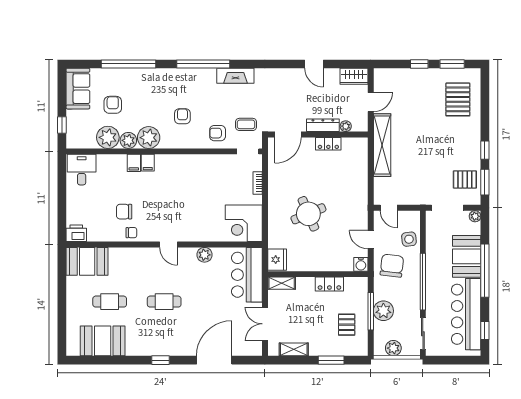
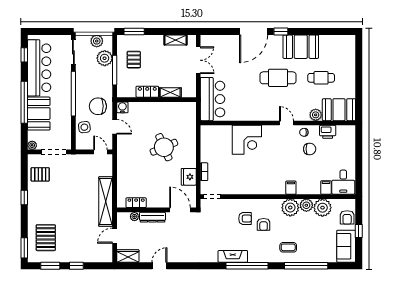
door: (314, 64) -> (159, 266), hinge flipped
fireplace: (235, 76) -> (233, 256), moved
armchair: (113, 105) -> (347, 217), moved
coffee table: (246, 124) -> (288, 247), moved
window: (62, 125) -> (359, 231), moved
armchair: (218, 133) -> (245, 219), moved
door: (288, 134) -> (180, 210), hinge flipped
locker: (328, 144) -> (136, 203), moved
filing cabinet: (134, 163) -> (326, 187), moved
window: (485, 182) -> (24, 248), moved
corner desk: (244, 223) -> (247, 140), moved, turned 90
printer: (76, 233) -> (328, 132), moved
door: (169, 244) -> (287, 123), moved
plant: (205, 255) -> (316, 115), moved
fridge: (277, 260) -> (189, 177), moved
chair: (392, 266) -> (98, 106), turned 83
shelving: (282, 283) -> (170, 92), moved
cafe table: (164, 302) -> (278, 78), width x1.37, depth x1.35
plant: (383, 311) -> (105, 58), moved
booth: (103, 341) -> (301, 47), moved
door: (214, 360) -> (254, 32), moved
window: (331, 360) -> (134, 32), moved

